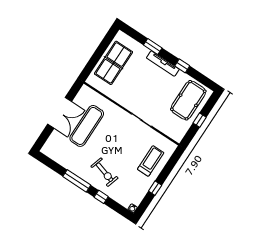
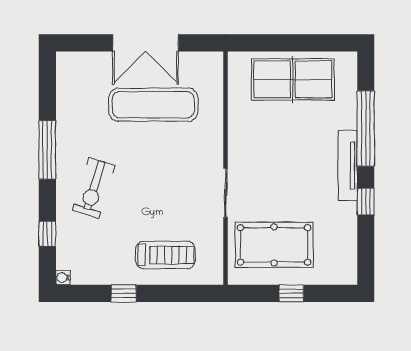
window: (153, 46) -> (366, 129), width x2.11
pool table: (188, 100) -> (274, 245), moved
window: (101, 197) -> (47, 234), moved

